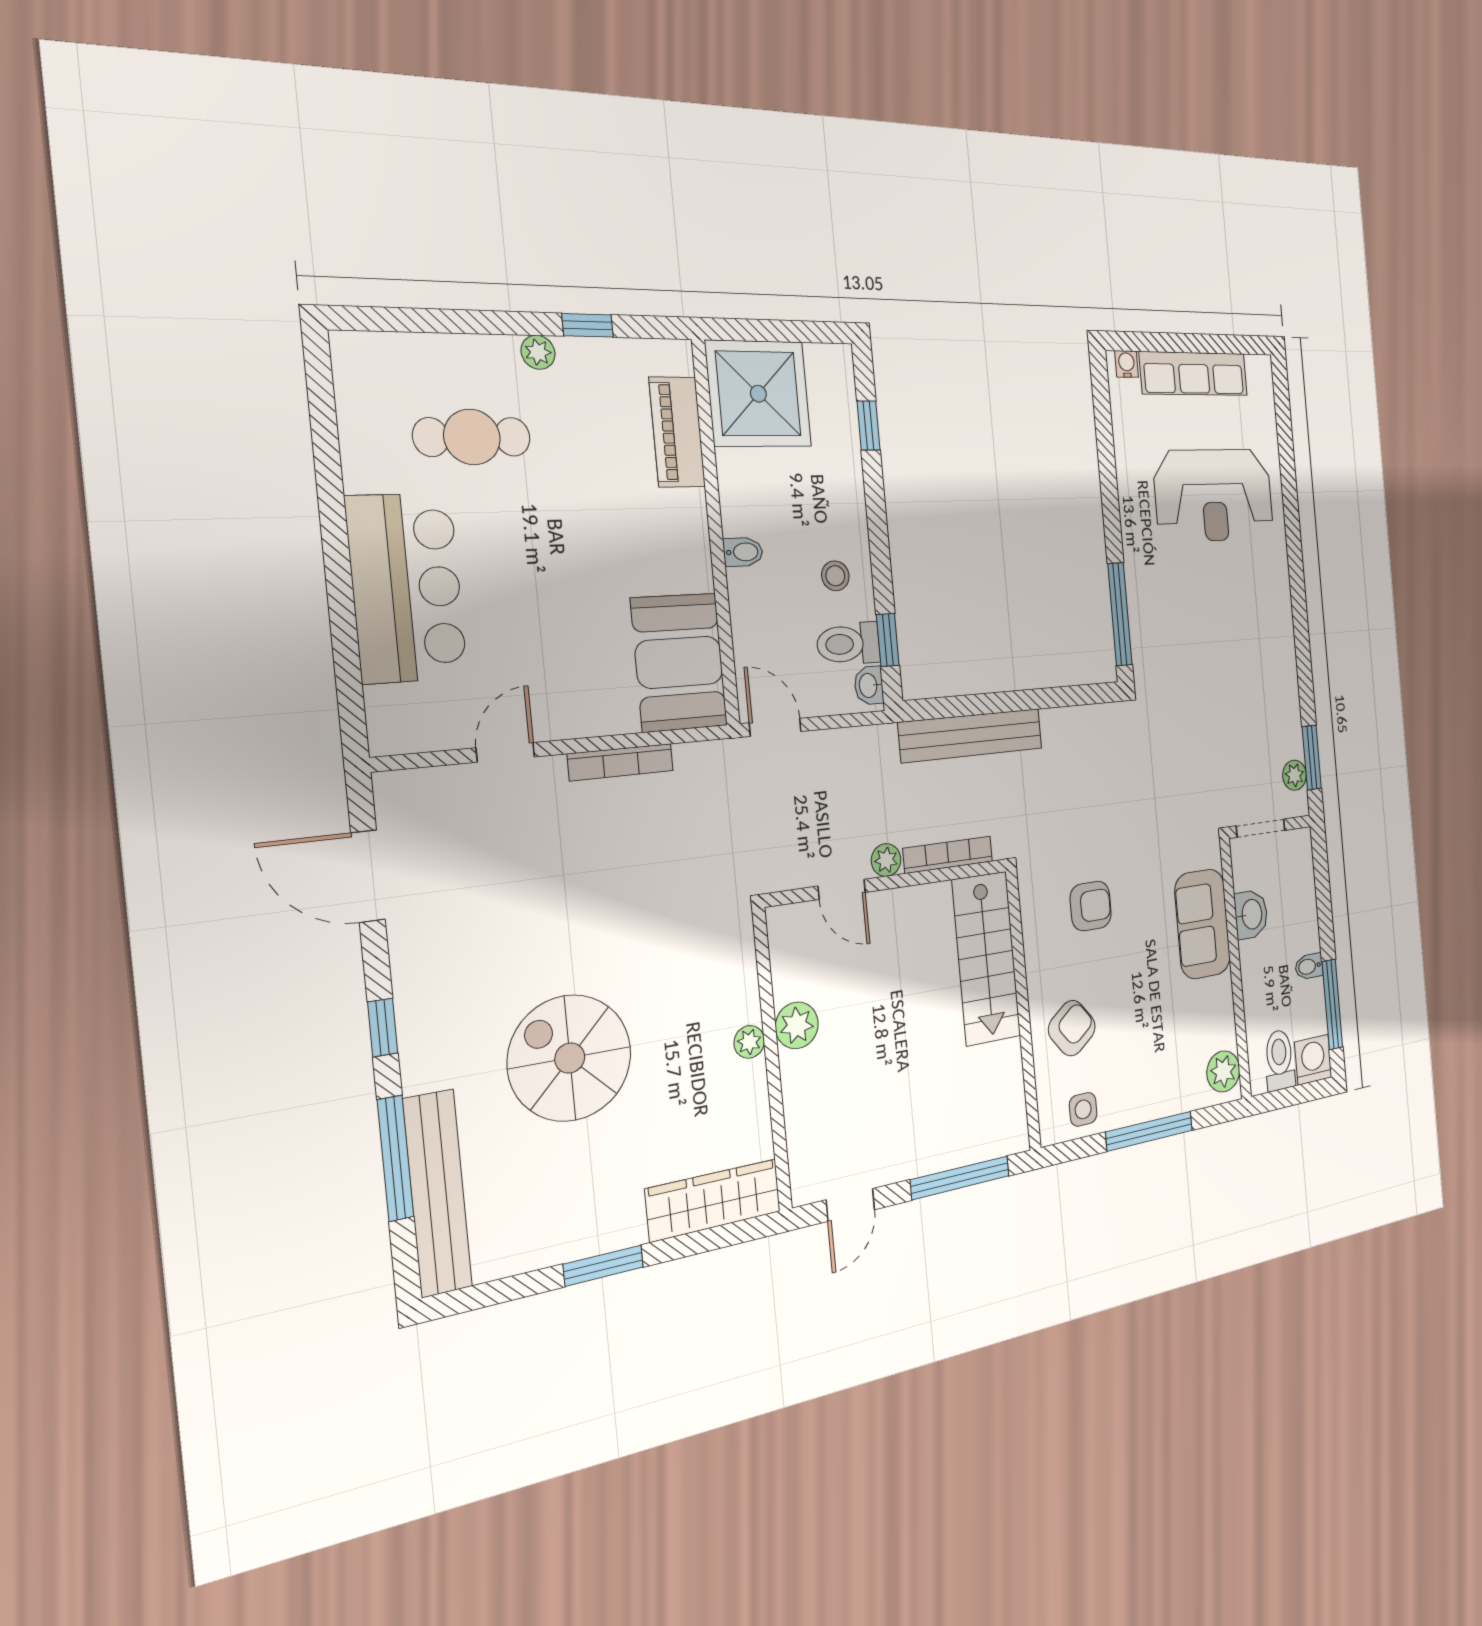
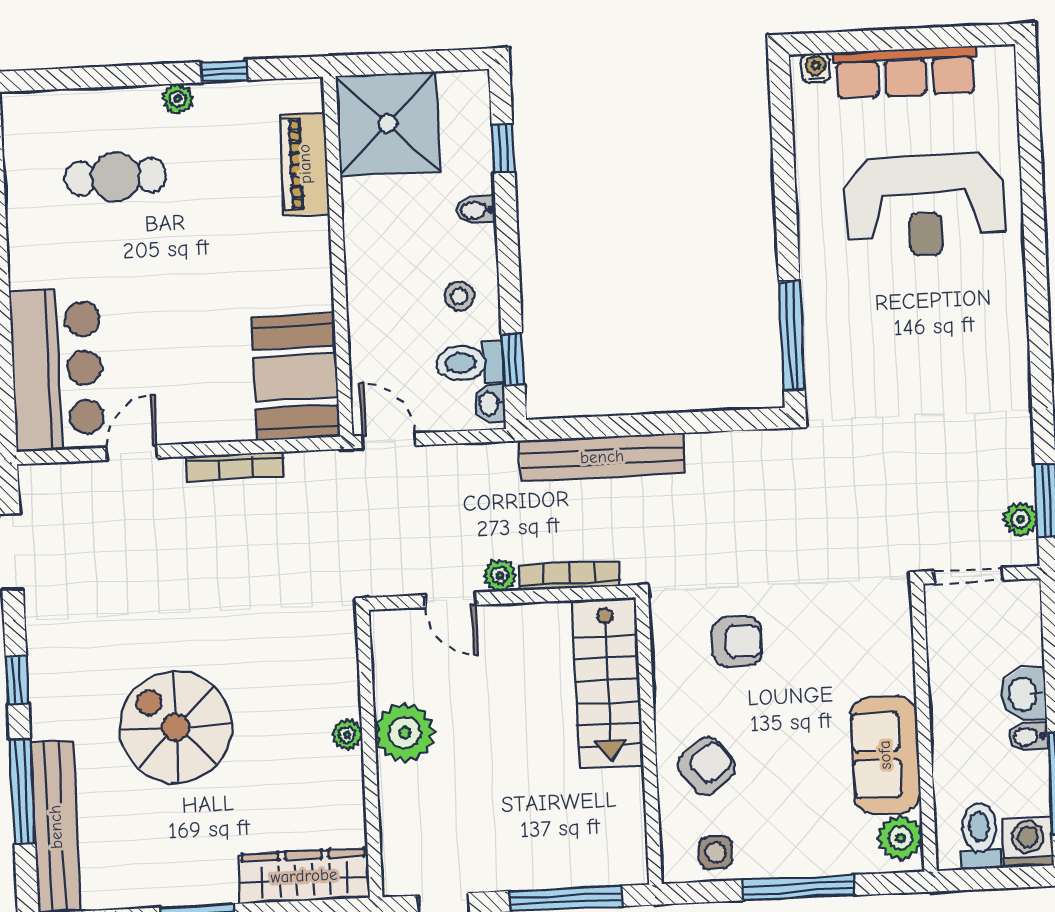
bidet: (743, 552) -> (476, 210), moved, turned 180
bar counter: (407, 588) -> (57, 369), moved
washbasin: (1251, 914) -> (1024, 694), moved, turned 180
sofa: (1203, 924) -> (885, 755), moved
plant: (797, 1025) -> (405, 733), width x1.36, depth x1.36

